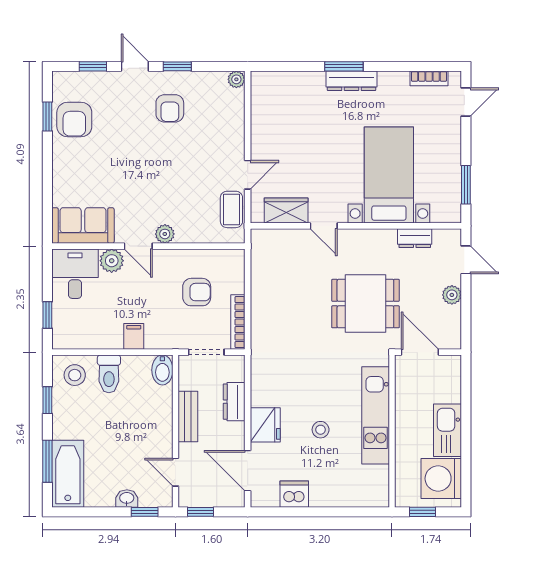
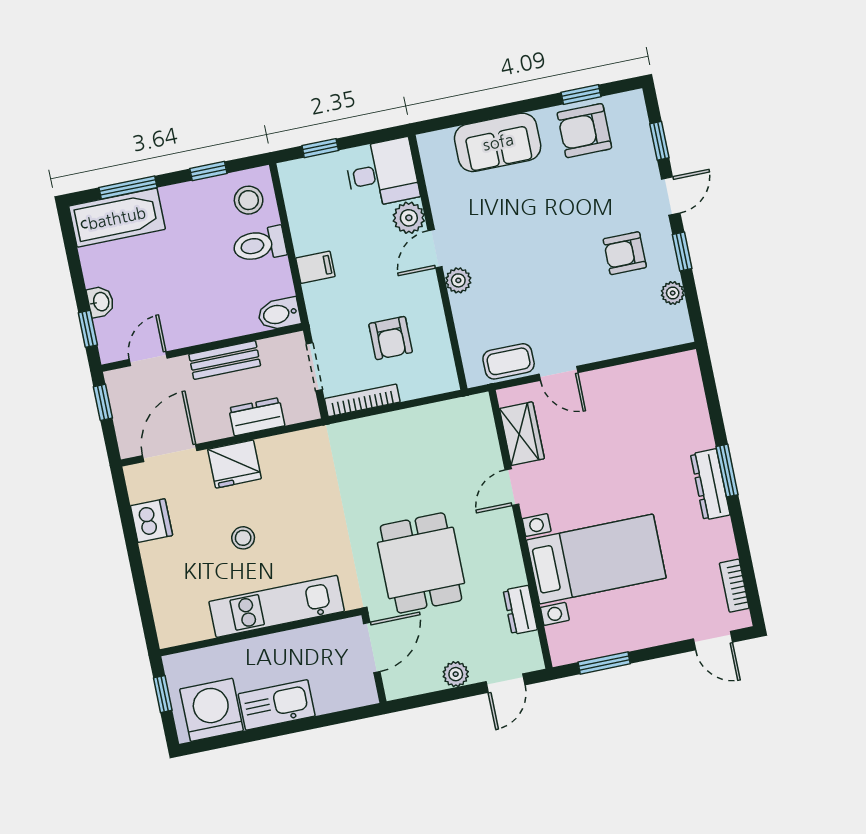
plant: (236, 79) -> (673, 293), moved
sofa: (83, 226) -> (498, 142), moved, turned 90

